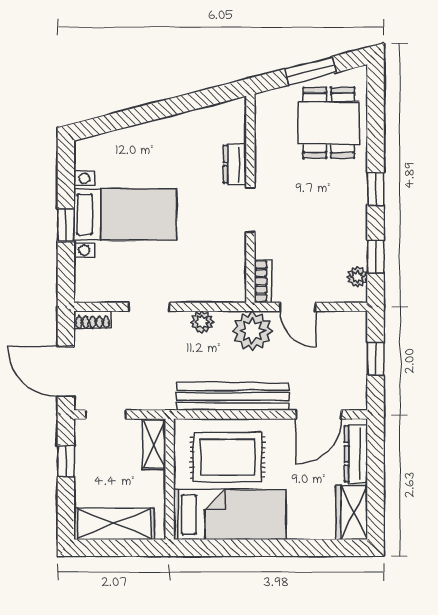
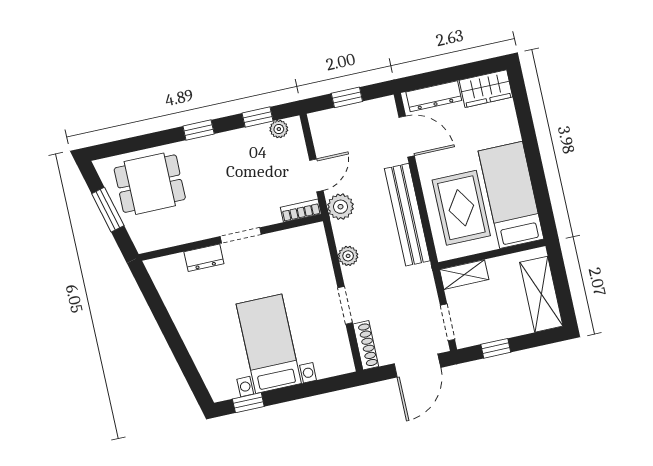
window: (66, 225) -> (248, 403), moved
shoe rack: (93, 320) -> (366, 345), width x1.43
plant: (252, 331) -> (341, 207), width x0.73, depth x0.73

